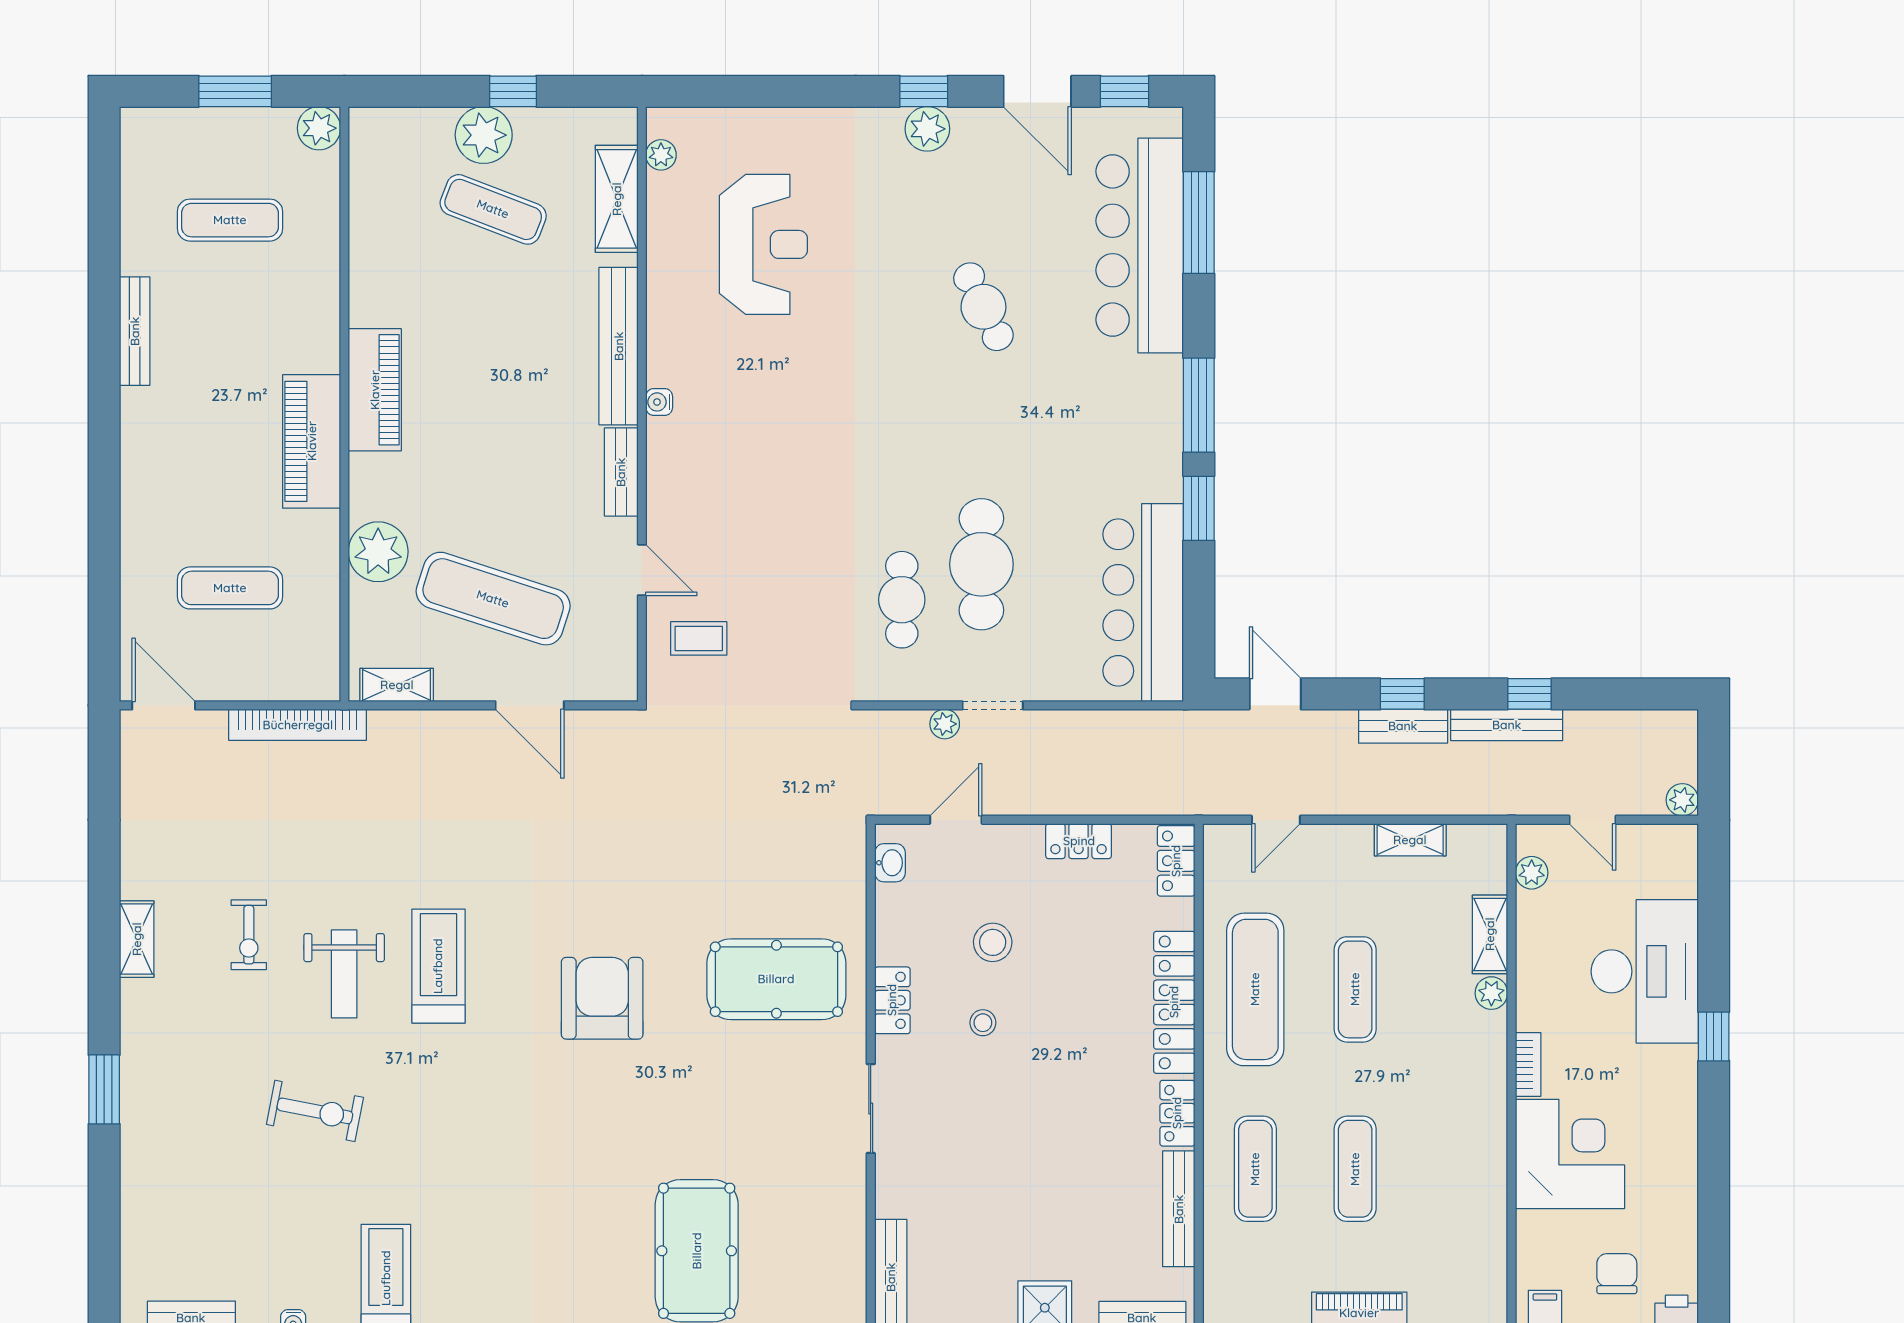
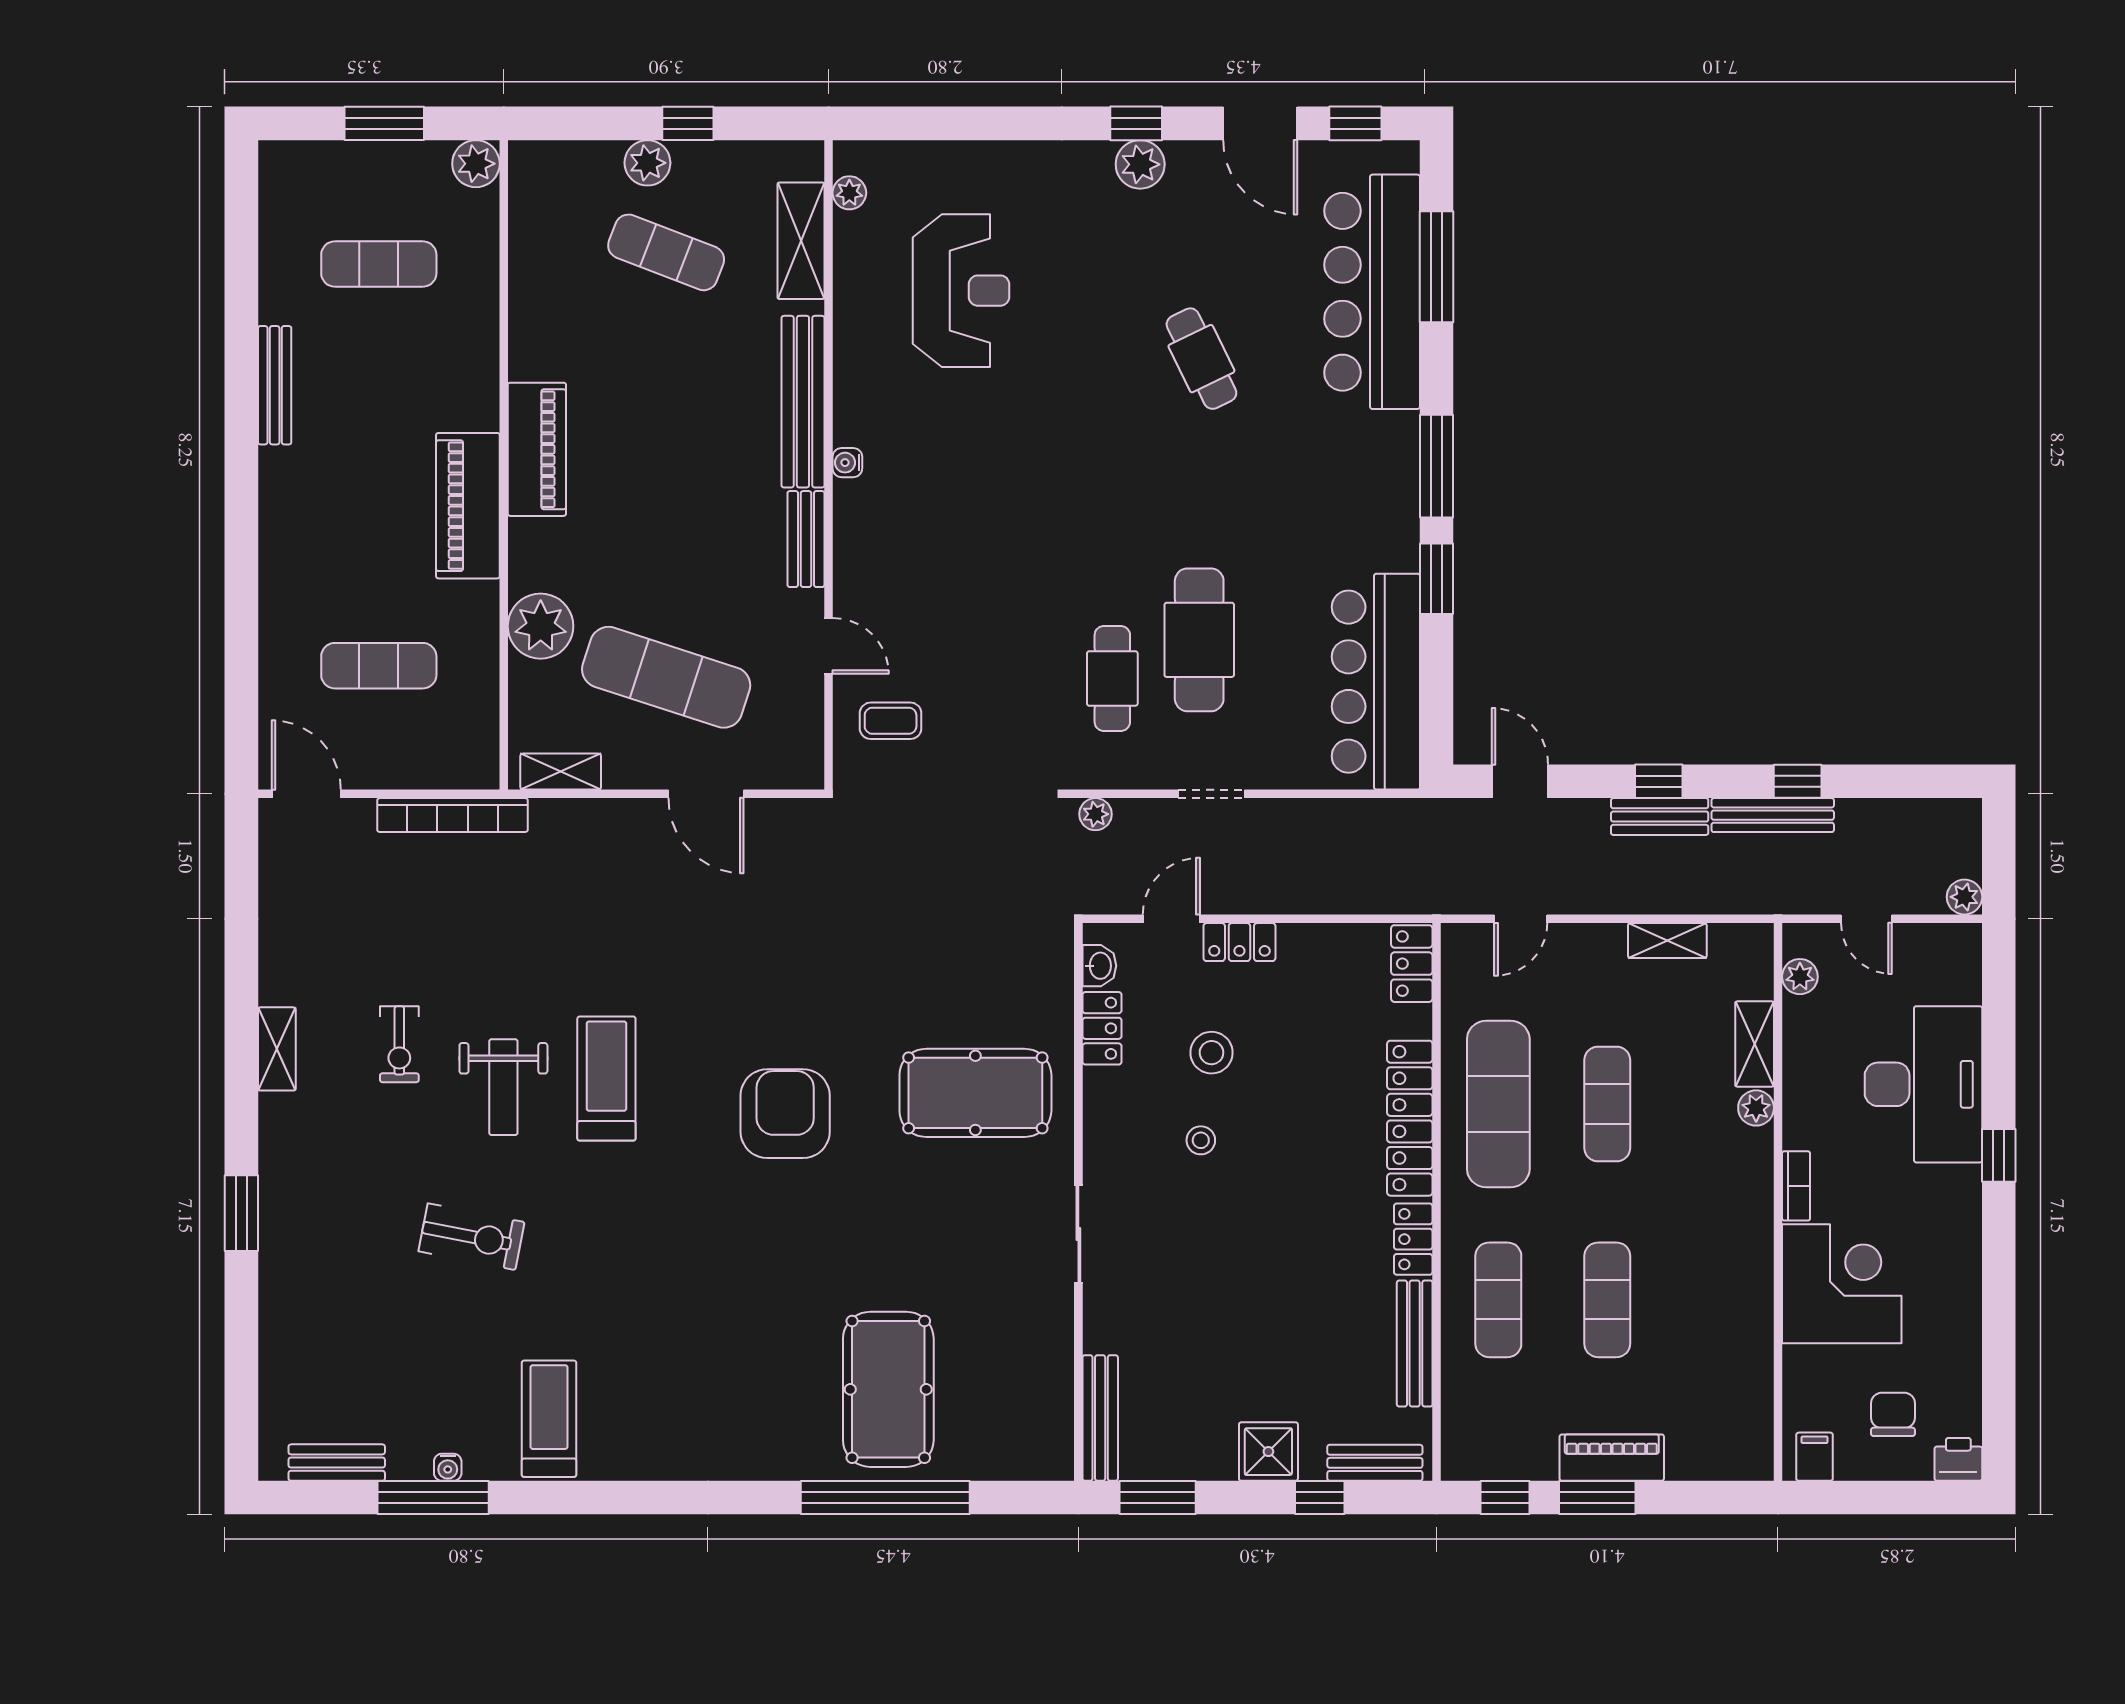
plant: (484, 135) -> (647, 163), width x0.73, depth x0.73
plant: (945, 724) -> (1095, 814), moved
locker: (1079, 841) -> (1239, 942), moved
locker: (892, 1000) -> (1102, 1028), moved

